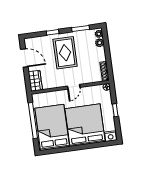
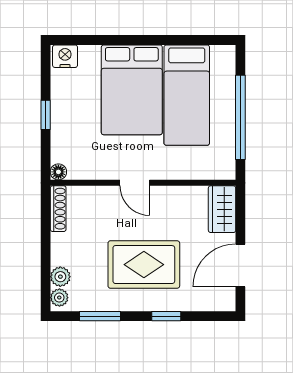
rug: (65, 53) -> (144, 265), turned 90
door: (24, 58) -> (240, 266), hinge flipped
door: (74, 87) -> (135, 183), swing flipped
bed: (85, 125) -> (132, 90), width x0.73
bed: (52, 127) -> (187, 95), width x0.67

